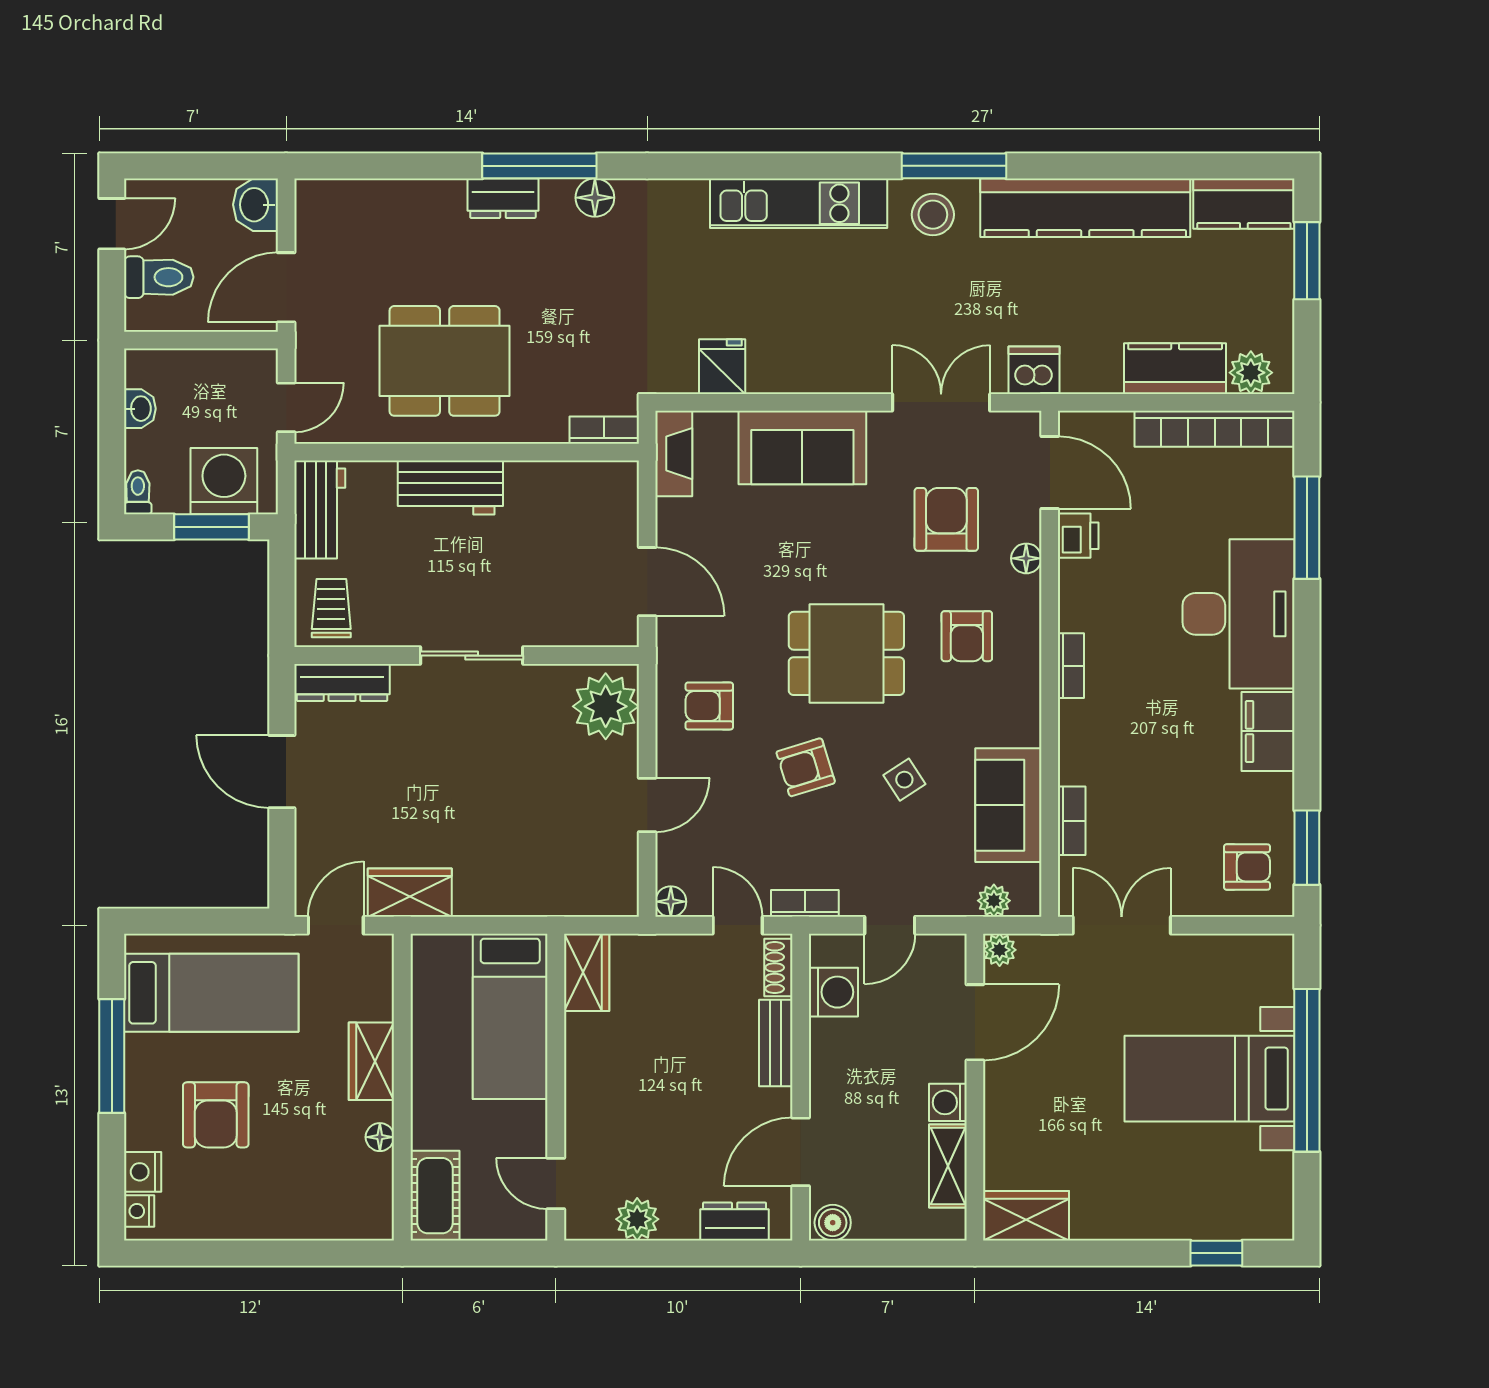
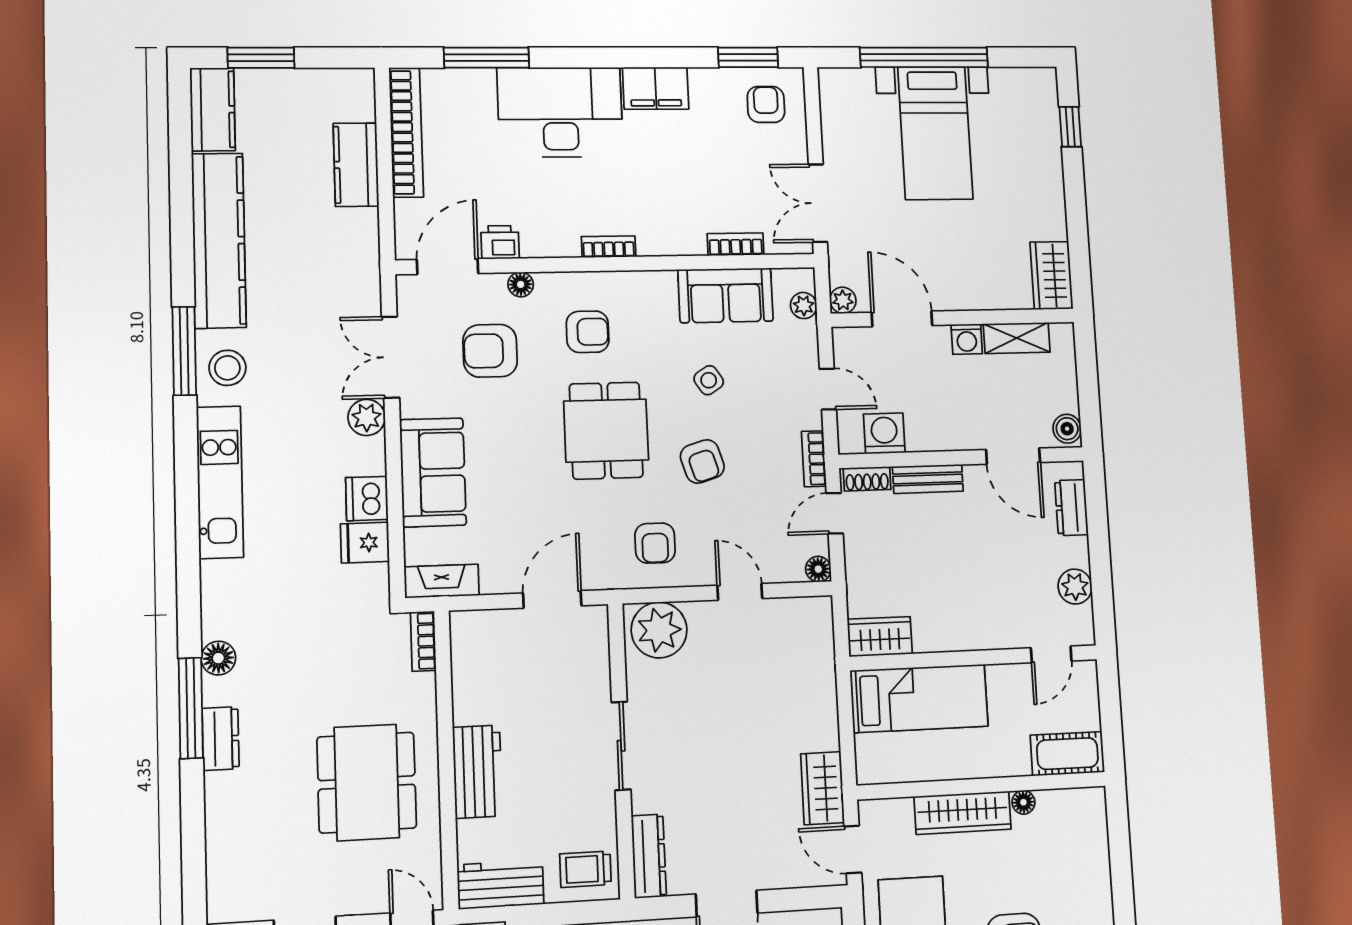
dishwasher: (1034, 370) -> (367, 498), moved
plant: (1251, 373) -> (367, 417), moved
wardrobe: (371, 1061) -> (963, 813), width x1.50

